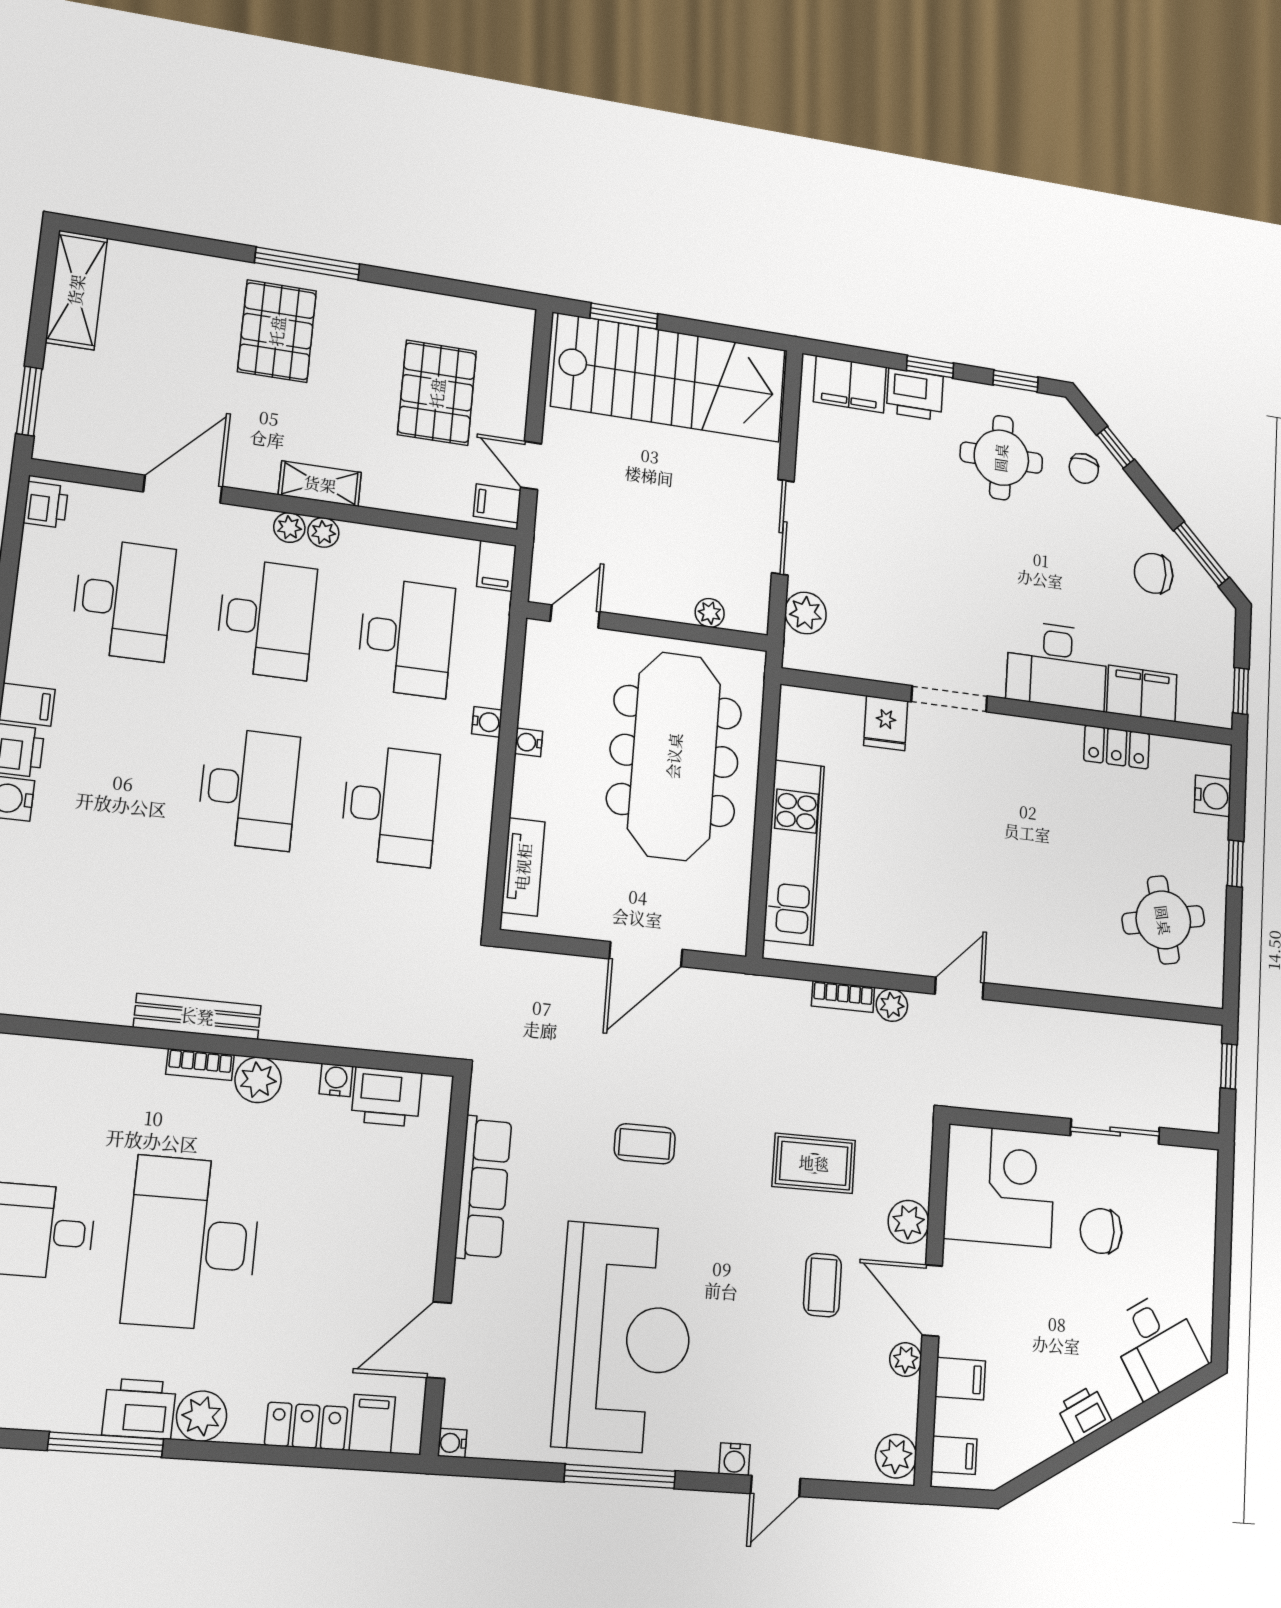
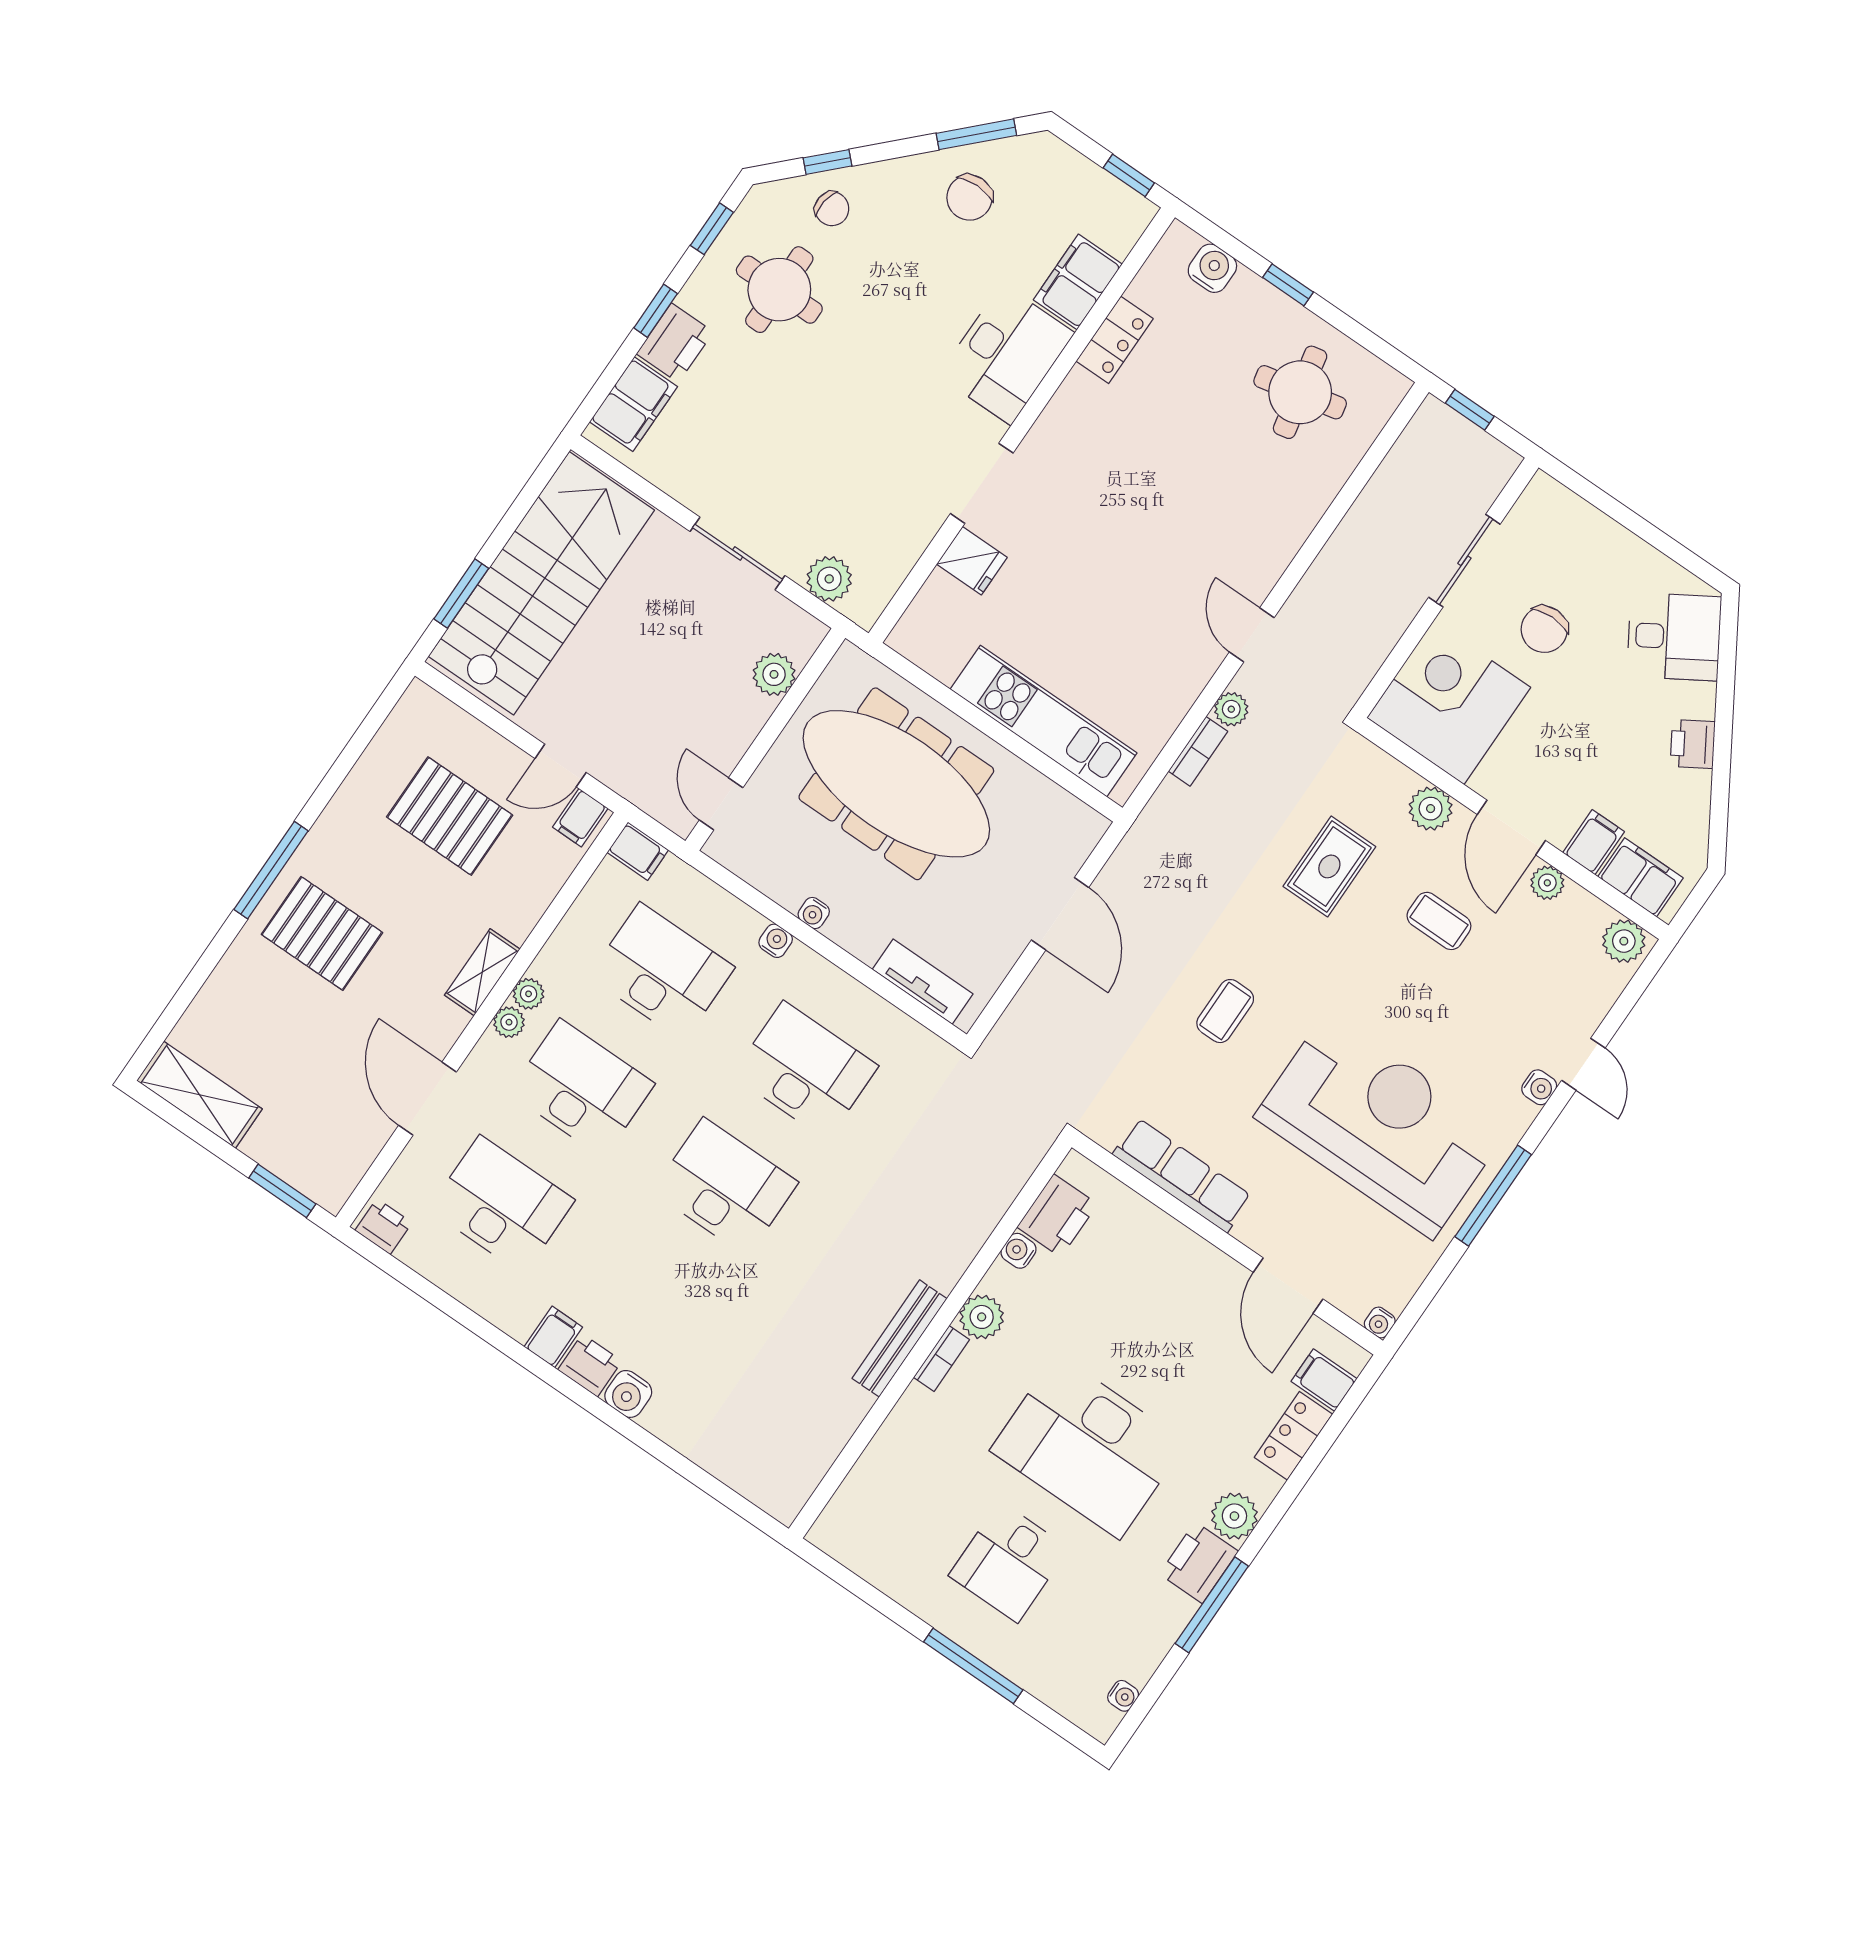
plant: (710, 613) -> (774, 674), width x1.38, depth x1.38
door: (932, 1301) -> (1511, 828), hinge flipped
filing cabinet: (954, 1455) -> (1640, 877), width x2.00

